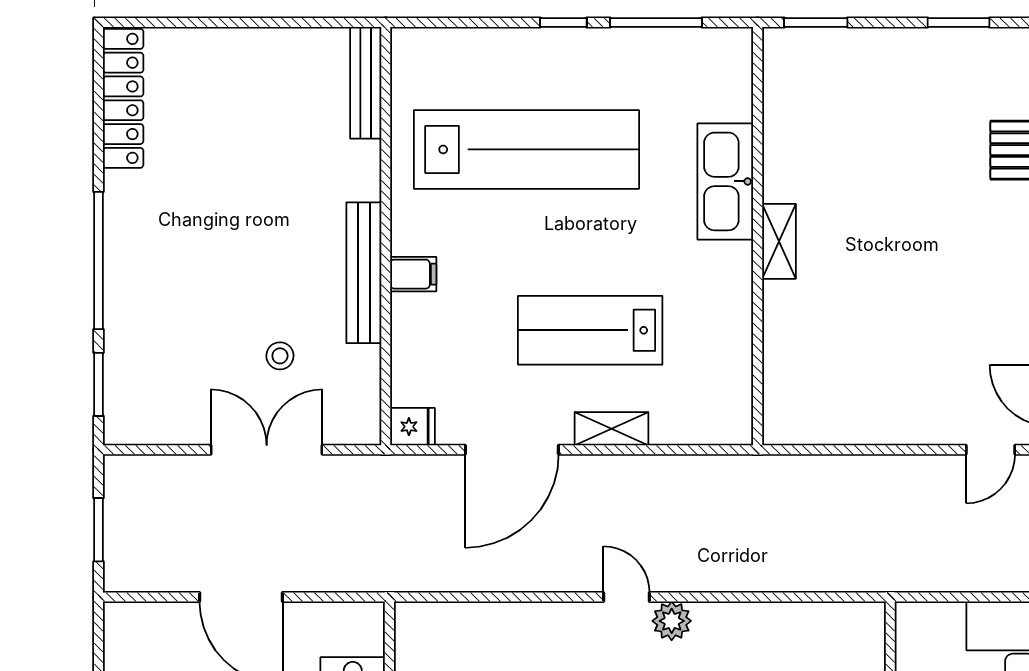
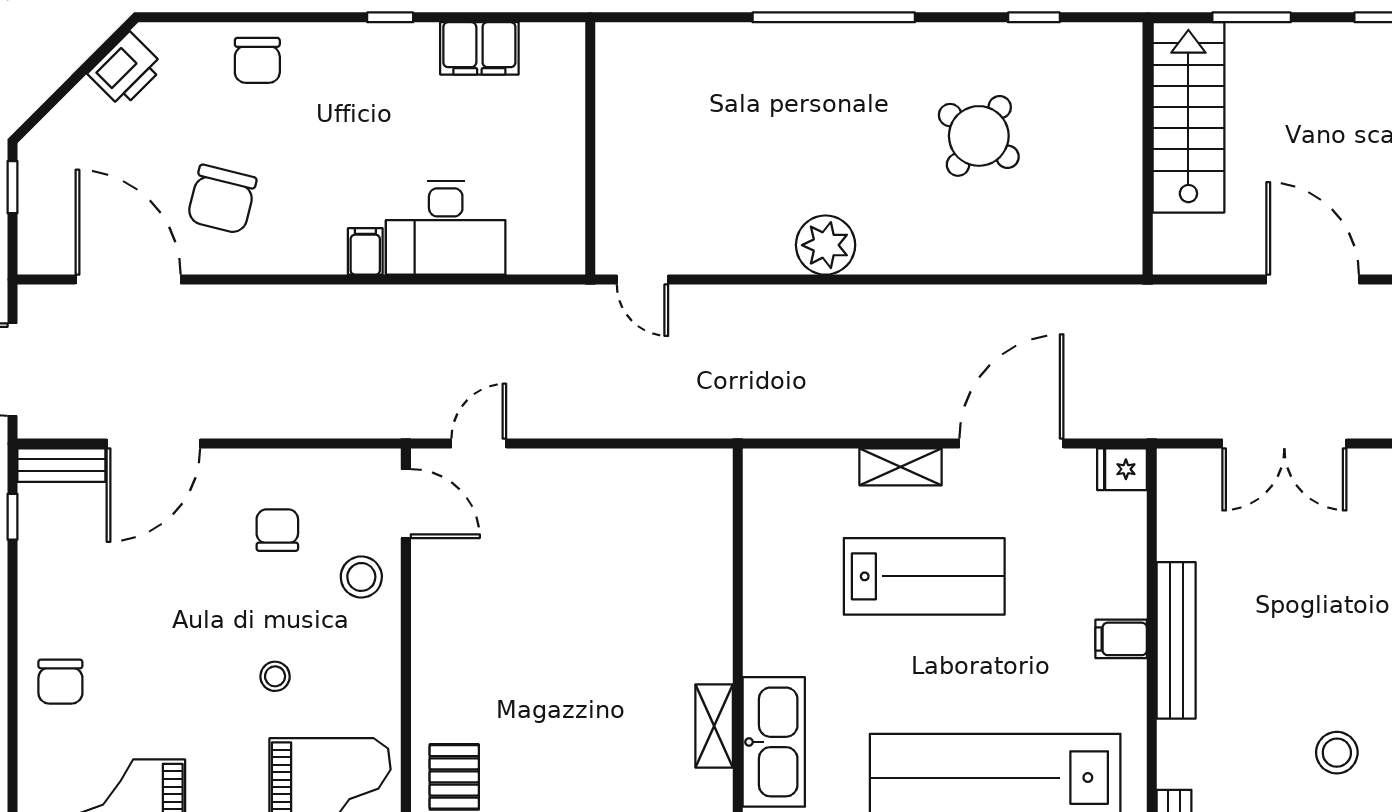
shelving: (779, 241) -> (714, 726), moved
stool: (280, 356) -> (1337, 753), moved, width x1.37, depth x1.37
door: (626, 597) -> (642, 280), moved
plant: (672, 621) -> (826, 245), width x1.36, depth x1.36

